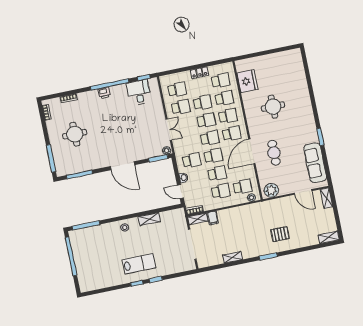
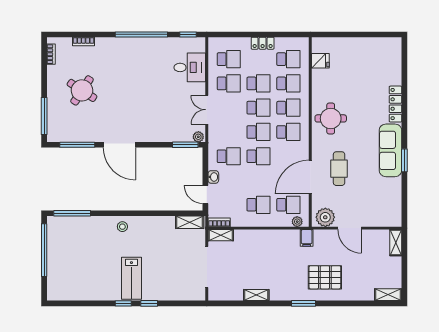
fridge: (247, 81) -> (320, 61), width x0.53, depth x0.75
desk: (139, 92) -> (190, 67), moved, turned 90
printer: (104, 93) -> (132, 44), removed
locker: (306, 97) -> (395, 104), added
round table: (273, 107) -> (331, 118), moved
double door: (169, 130) -> (207, 110), swing flipped
round table: (75, 134) -> (82, 90), turned 33
door: (252, 151) -> (310, 177), moved
sofa: (315, 163) -> (390, 150), moved
door: (122, 166) -> (119, 145), moved
school desk: (217, 173) -> (259, 181), removed
door: (303, 192) -> (350, 228), moved
filing cabinet: (213, 218) -> (307, 238), moved
shelving: (149, 219) -> (190, 222), moved
pallet: (280, 234) -> (325, 277), width x1.50, depth x1.42
lab bench: (139, 264) -> (131, 278), turned 90

